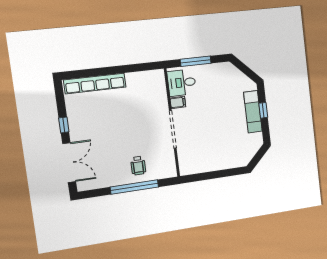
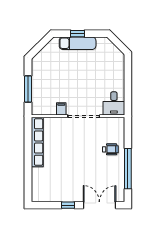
row of seats: (95, 83) -> (37, 142), moved
desk: (182, 83) -> (114, 103), moved
window: (134, 187) -> (128, 169), moved

